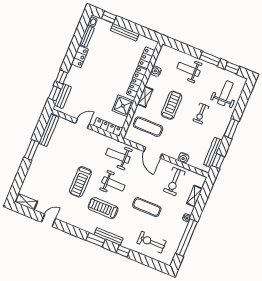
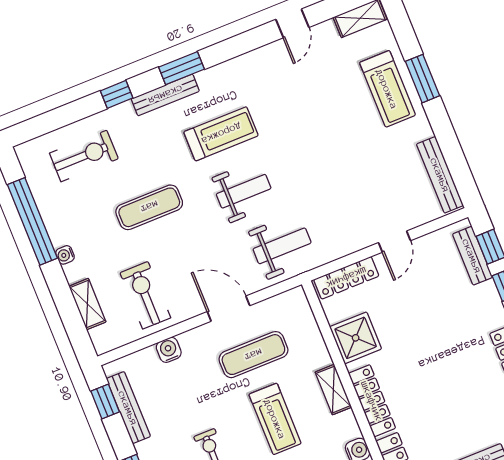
exercise mat: (148, 127) -> (253, 355), moved
window: (32, 150) -> (422, 79), moved
treadmill: (80, 182) -> (387, 89), moved, turned 180
weight bench: (113, 184) -> (244, 191), turned 180

